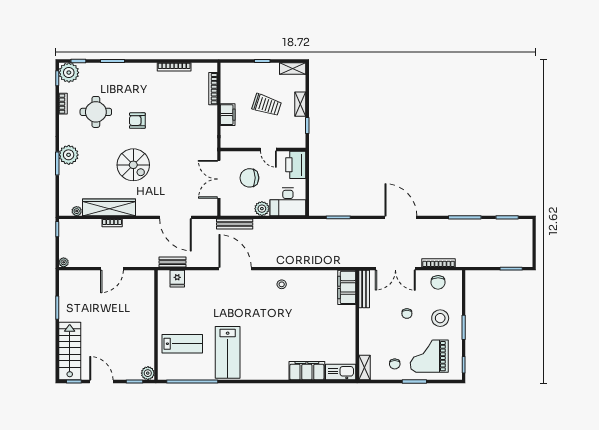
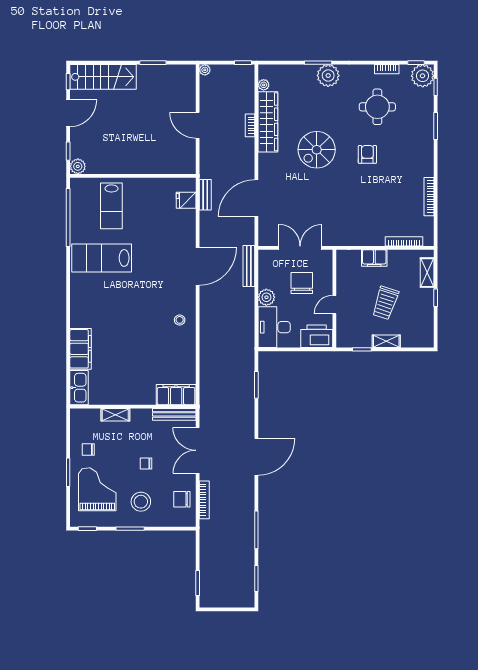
shelving: (293, 68) -> (427, 273), moved
shelving: (364, 367) -> (115, 415), moved

